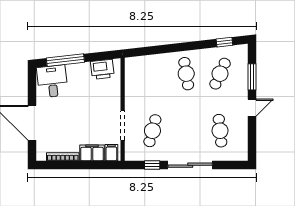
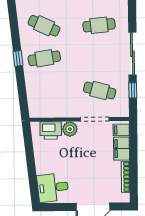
window: (224, 42) -> (18, 58), moved
window: (65, 60) -> (32, 175), removed
printer: (102, 69) -> (51, 130), moved, turned 96
plant: (113, 100) -> (70, 129), added

